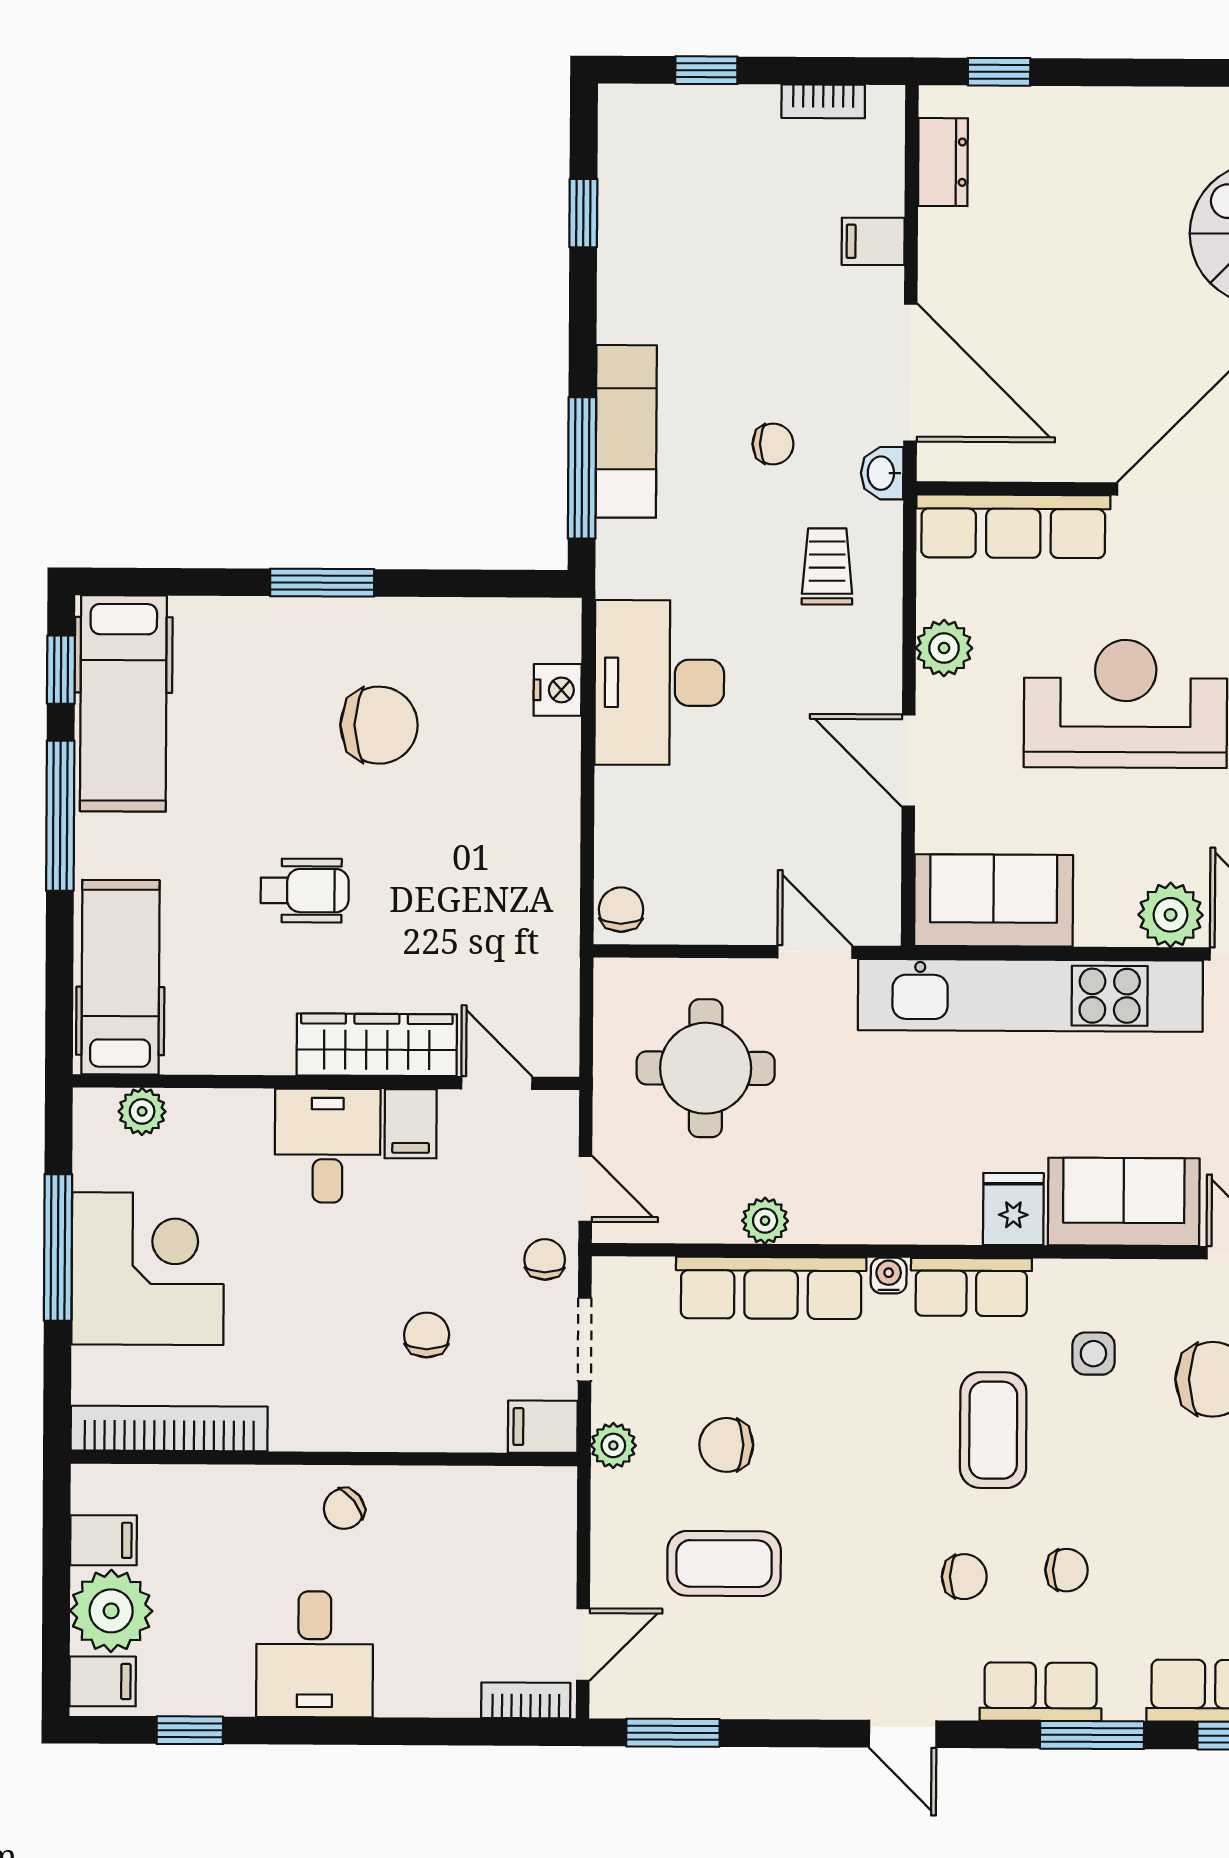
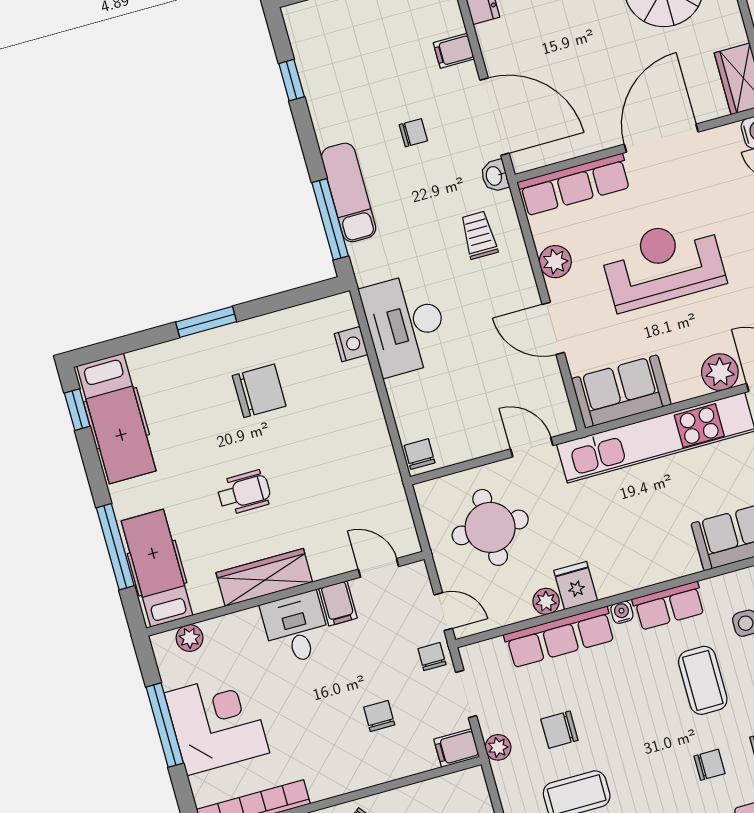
chair: (773, 444) -> (413, 133), moved
window: (60, 816) -> (115, 547), moved
wardrobe: (377, 1045) -> (264, 577), moved
fridge: (1013, 1209) -> (576, 586), moved

